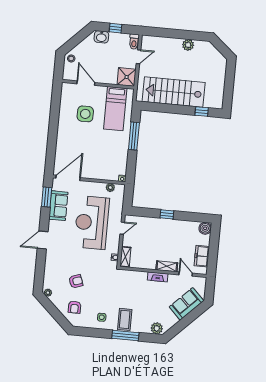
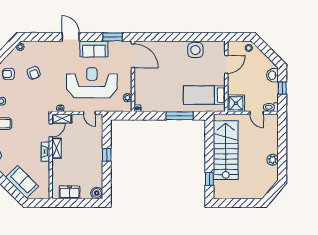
side table: (85, 114) -> (195, 50), moved
sofa: (58, 206) -> (94, 49), moved
shelving: (167, 266) -> (57, 148), moved
door: (186, 274) -> (51, 130), moved

